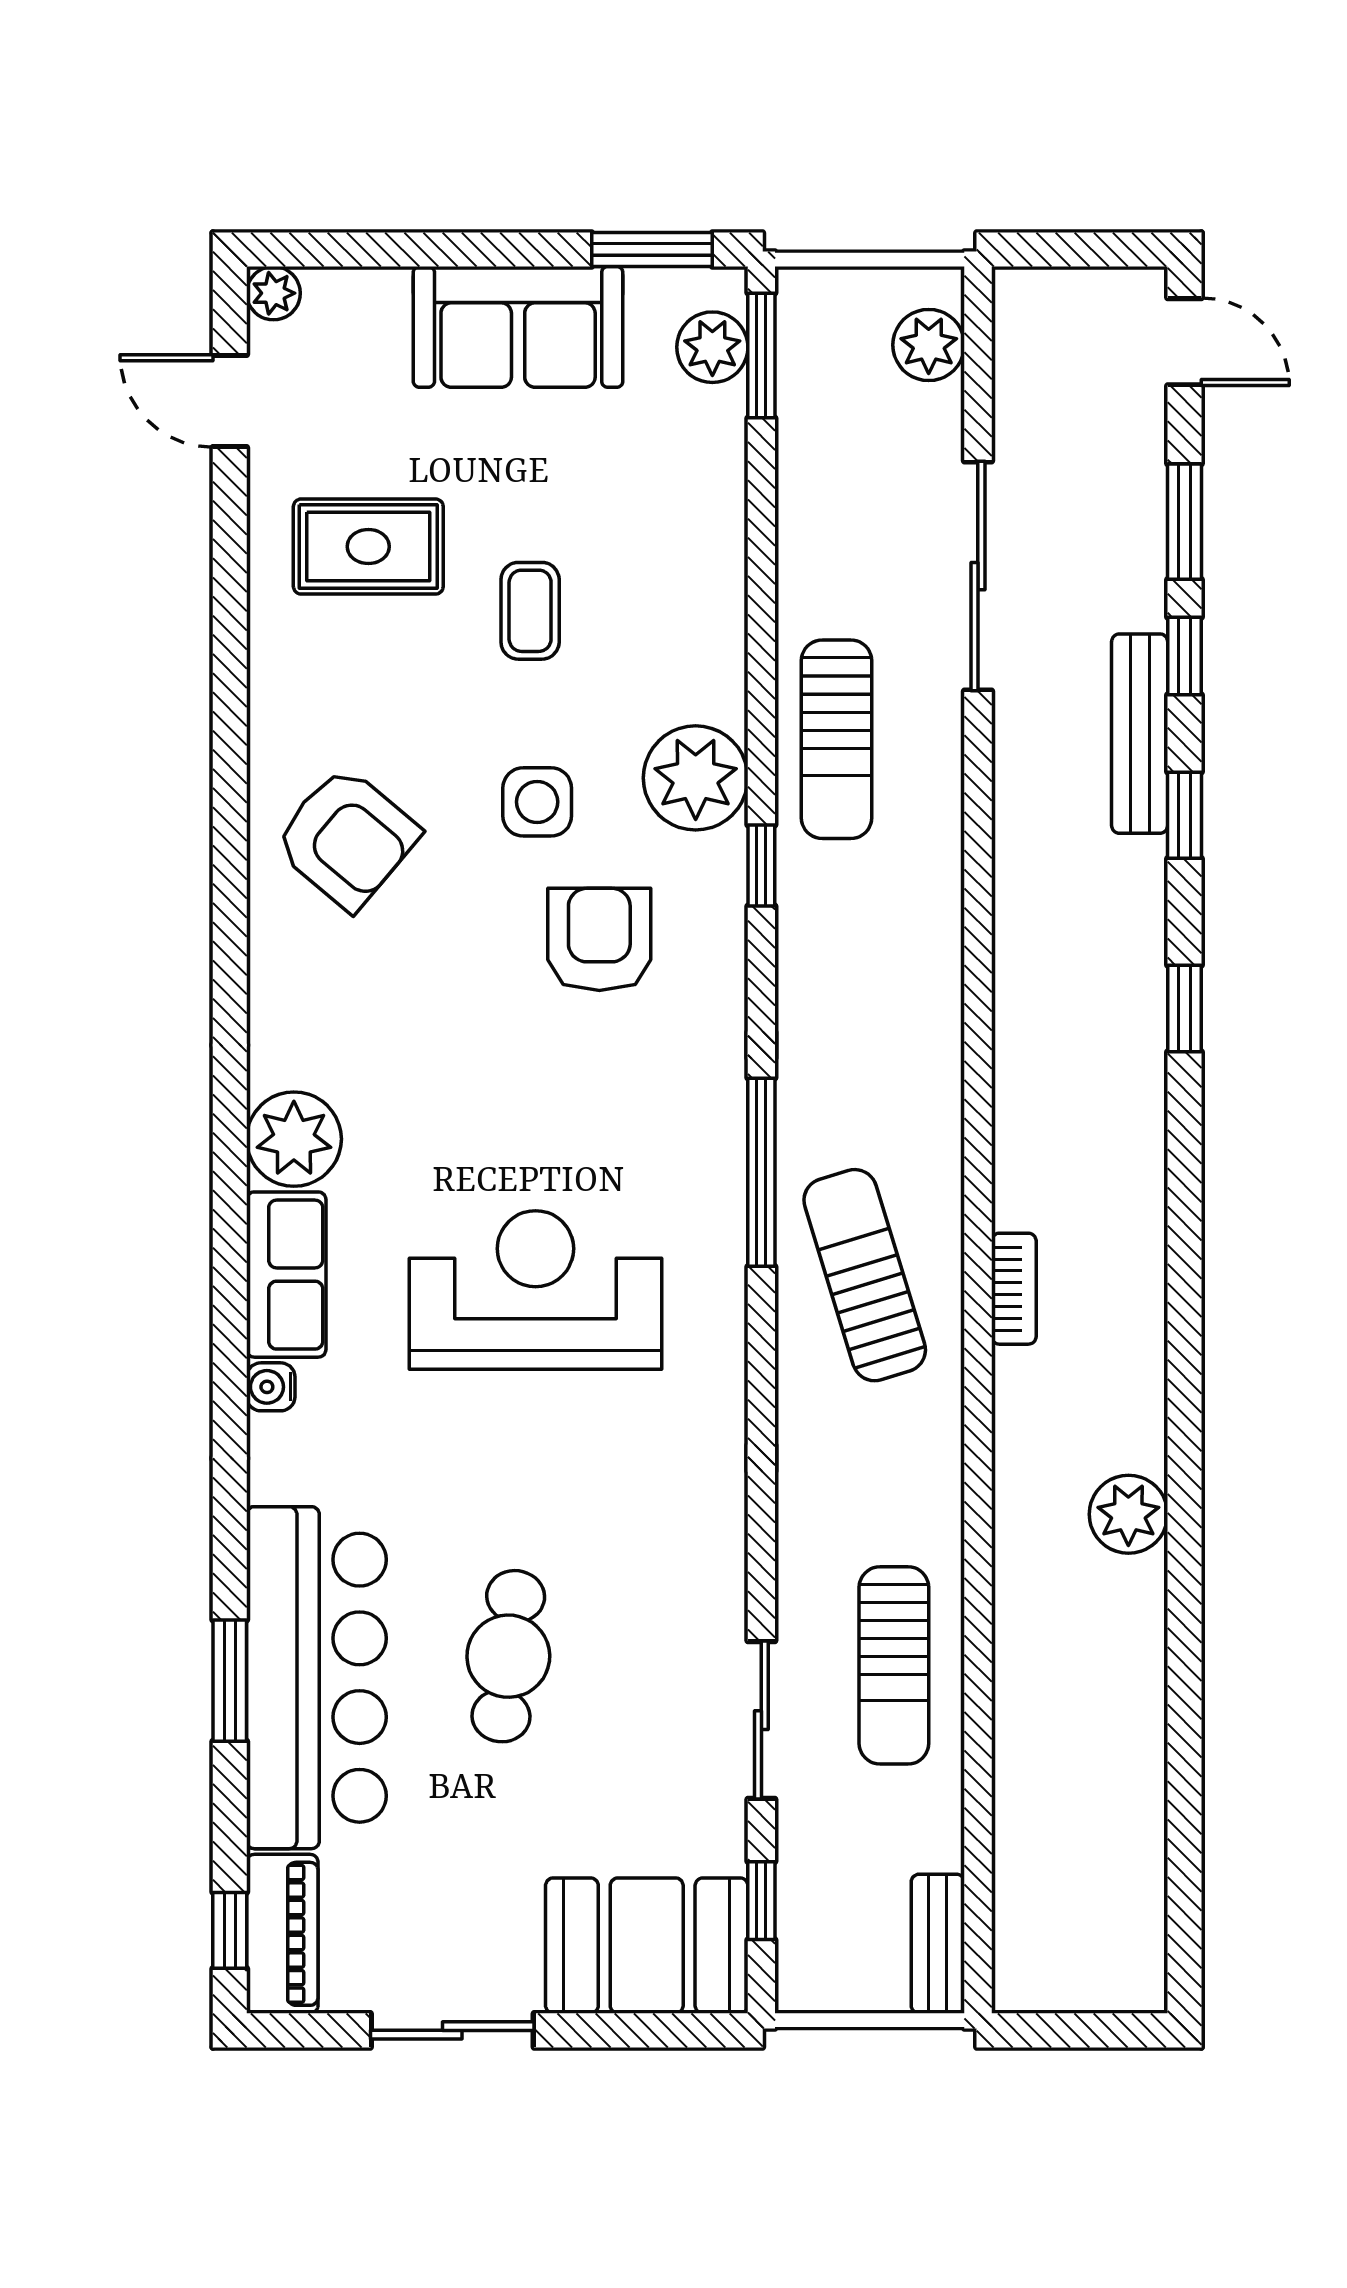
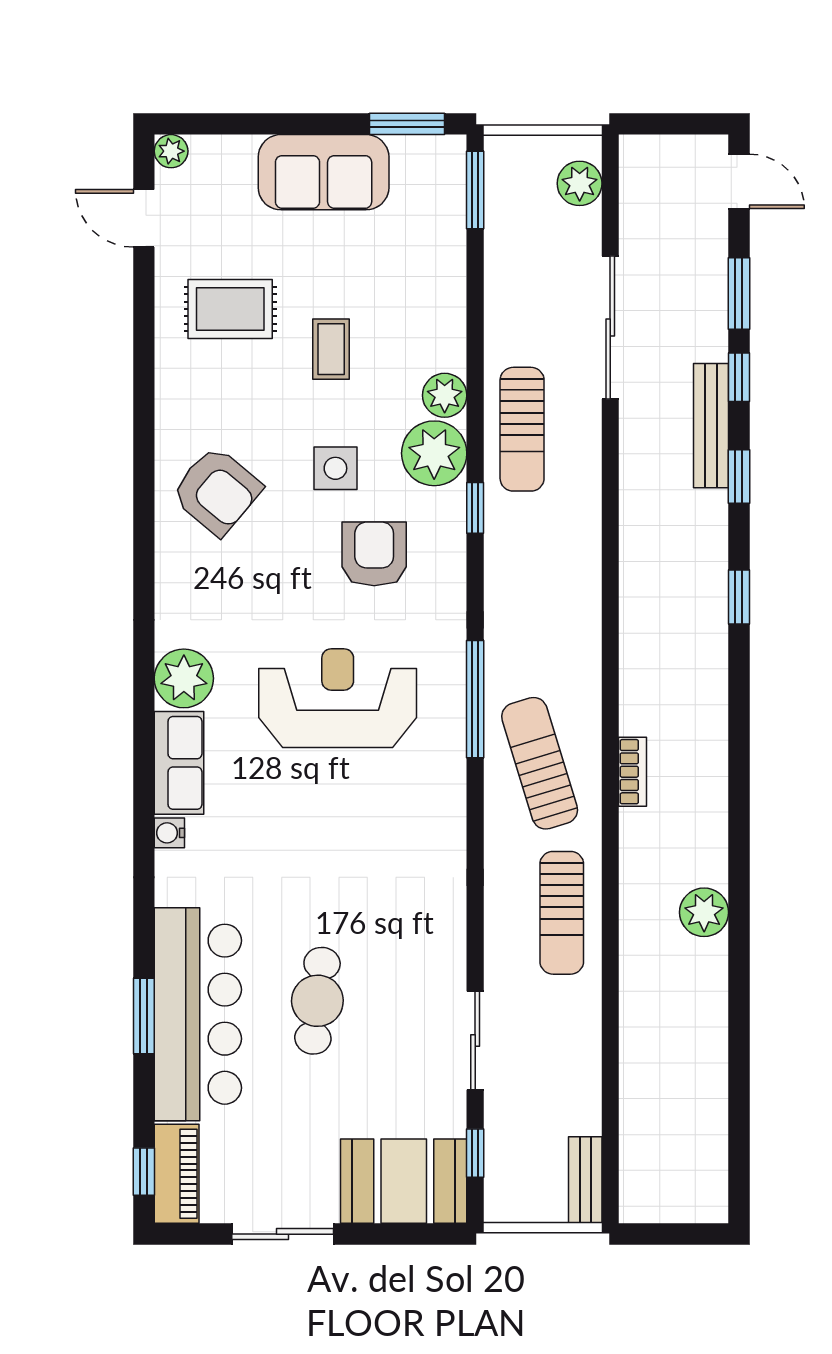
plant: (712, 347) -> (445, 395), moved
reception desk: (535, 1290) -> (338, 698), moved
sun lounger: (894, 1665) -> (562, 913), moved

